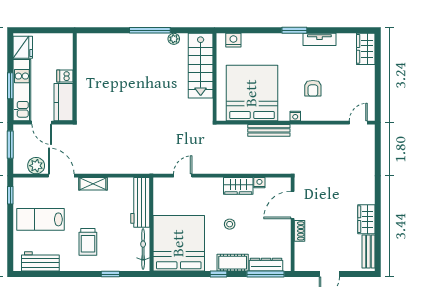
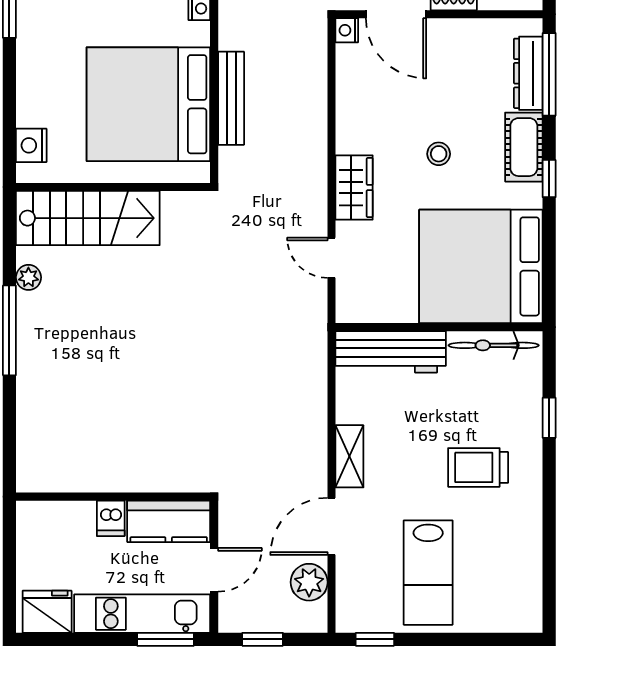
window: (10, 86) -> (165, 639), moved
bench: (269, 130) -> (231, 98), moved
window: (10, 145) -> (263, 639), width x0.67
nightstand: (259, 183) -> (347, 30), moved
wardrobe: (238, 186) -> (354, 188), moved
trolley: (88, 242) -> (478, 467), turned 180
workbench: (40, 261) -> (521, 573), removed

